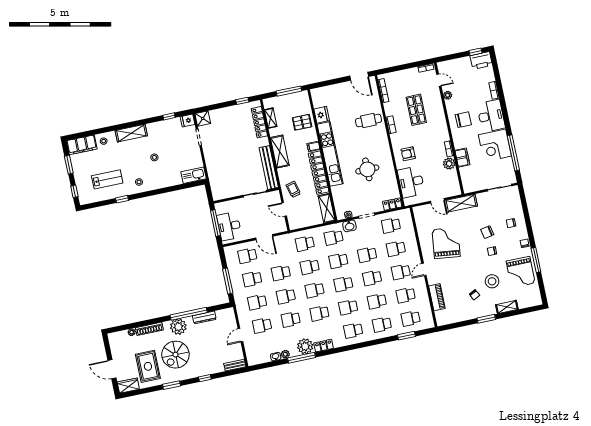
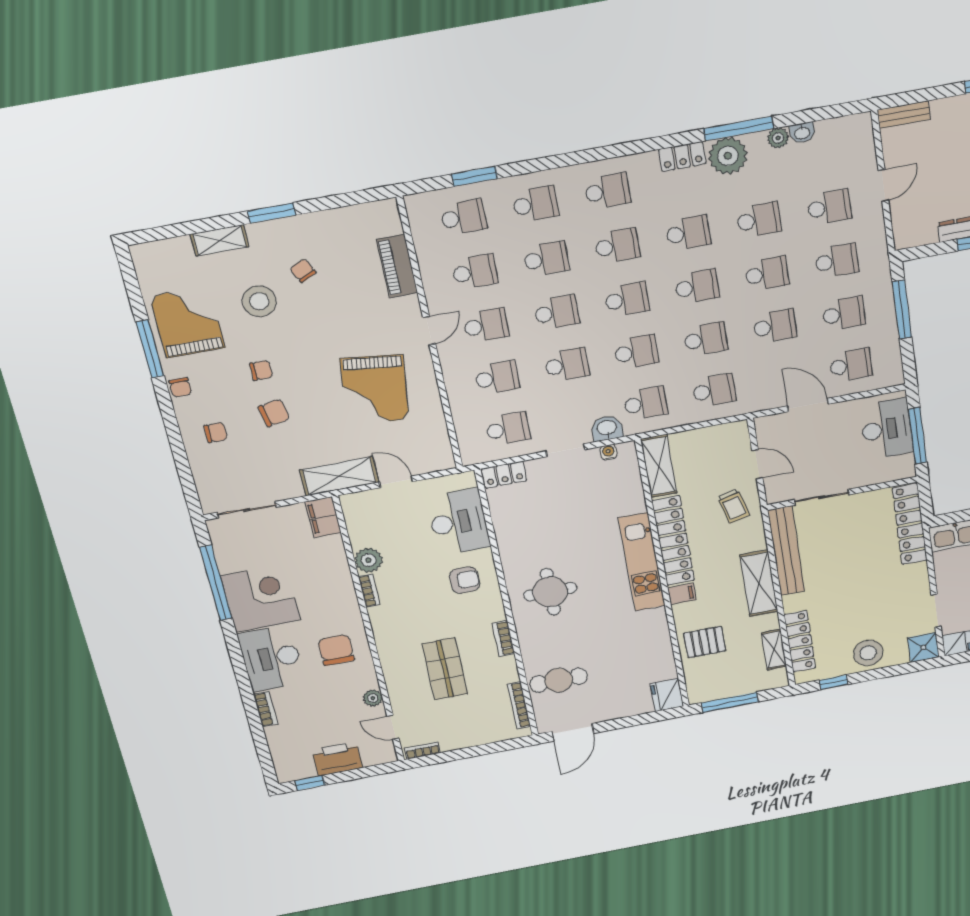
printer: (481, 60) -> (337, 759), moved
door: (359, 76) -> (573, 732), swing flipped
fridge: (322, 115) -> (667, 695), moved
stool: (228, 116) -> (868, 653), added
cafe table: (368, 120) -> (559, 680), moved
chair: (463, 120) -> (336, 650), turned 90
kitchen unit: (330, 154) -> (642, 562), width x0.73
filing cabinet: (462, 158) -> (323, 517), moved
round table: (367, 169) -> (550, 592), moved
locker: (215, 181) -> (910, 524), added

